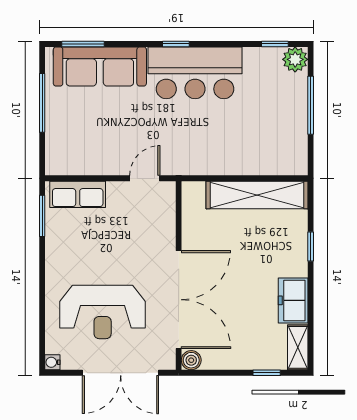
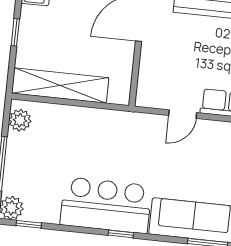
plant: (296, 153) -> (20, 120), added
door: (145, 178) -> (183, 114), moved

